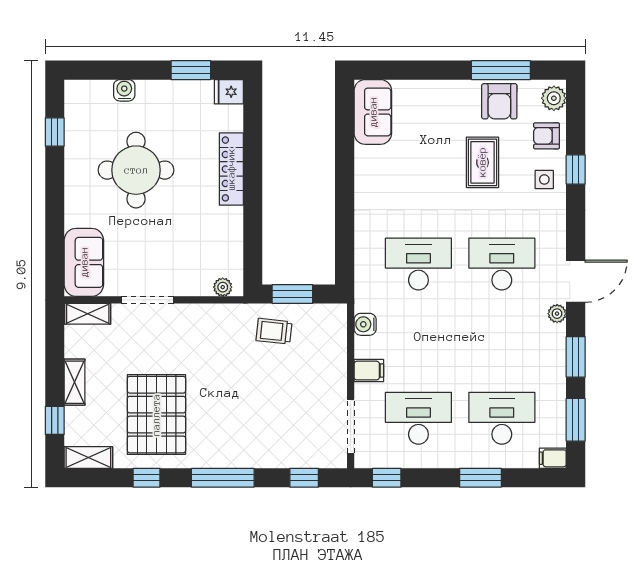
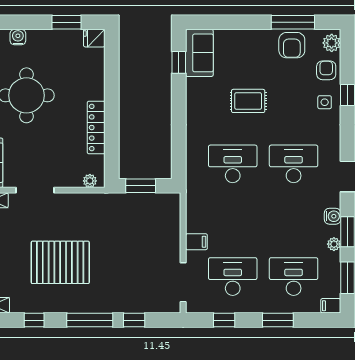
window: (345, 125) -> (179, 62), added
armchair: (546, 136) -> (326, 70), turned 90
rug: (482, 162) -> (248, 101), moved, turned 90
locker: (231, 169) -> (96, 128), moved
plant: (557, 314) -> (334, 244), moved
water cooler: (365, 324) -> (333, 216), moved, turned 180
trolley: (274, 331) -> (127, 213), removed
pallet: (156, 415) -> (60, 262), moved, turned 90
window: (304, 478) -> (134, 320), moved
window: (387, 478) -> (224, 320), moved

